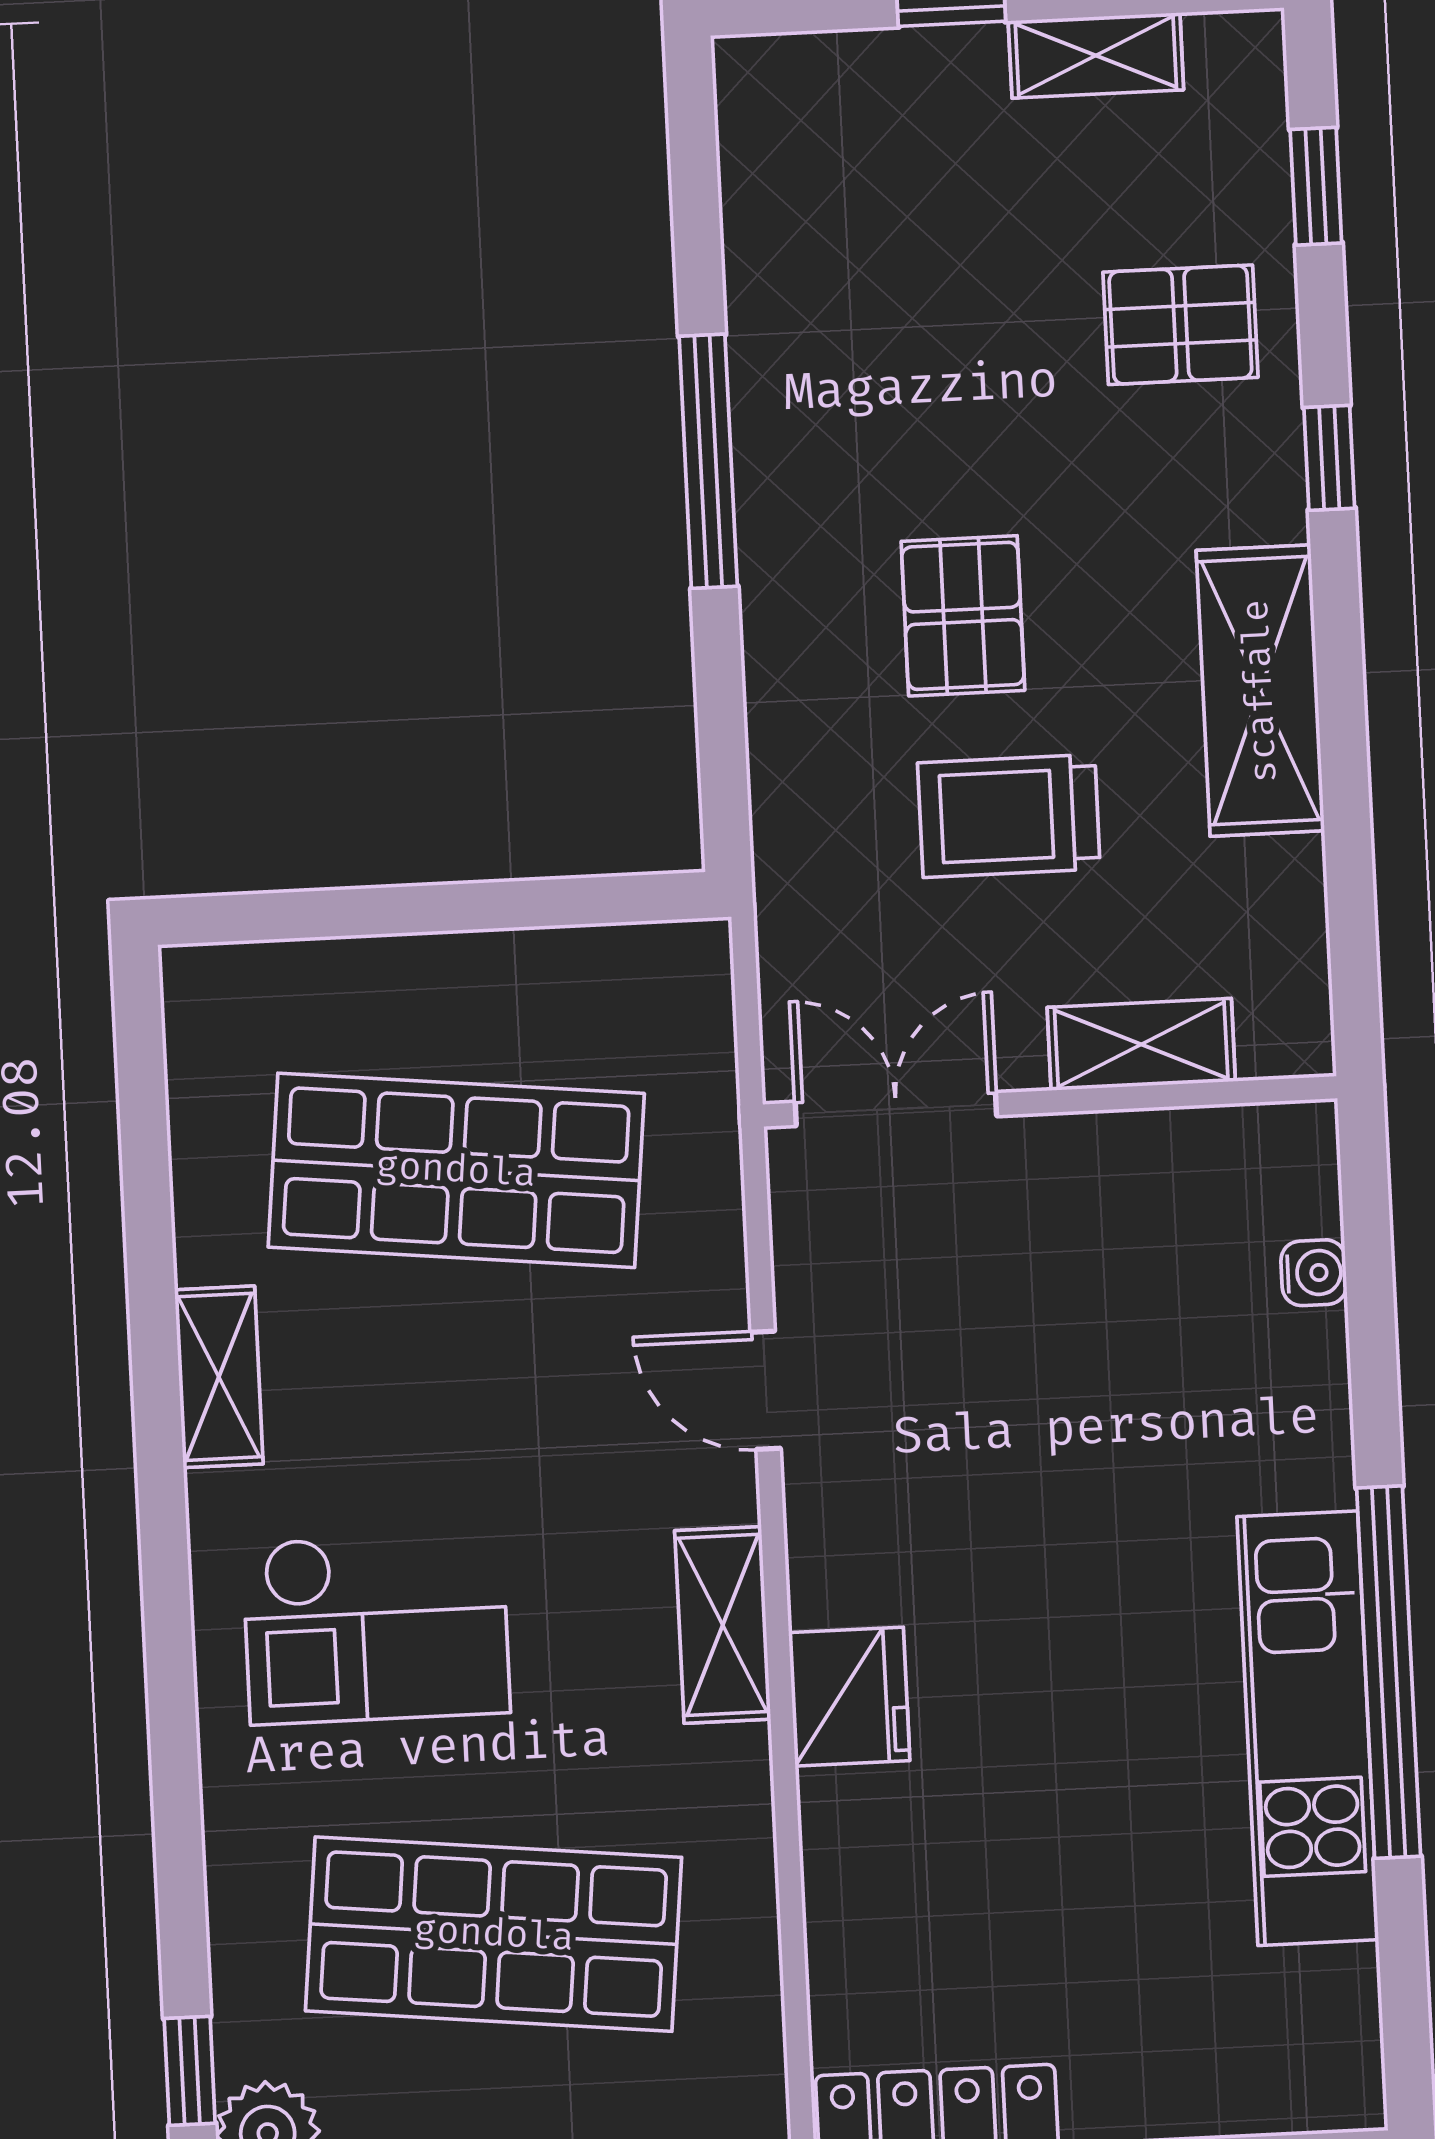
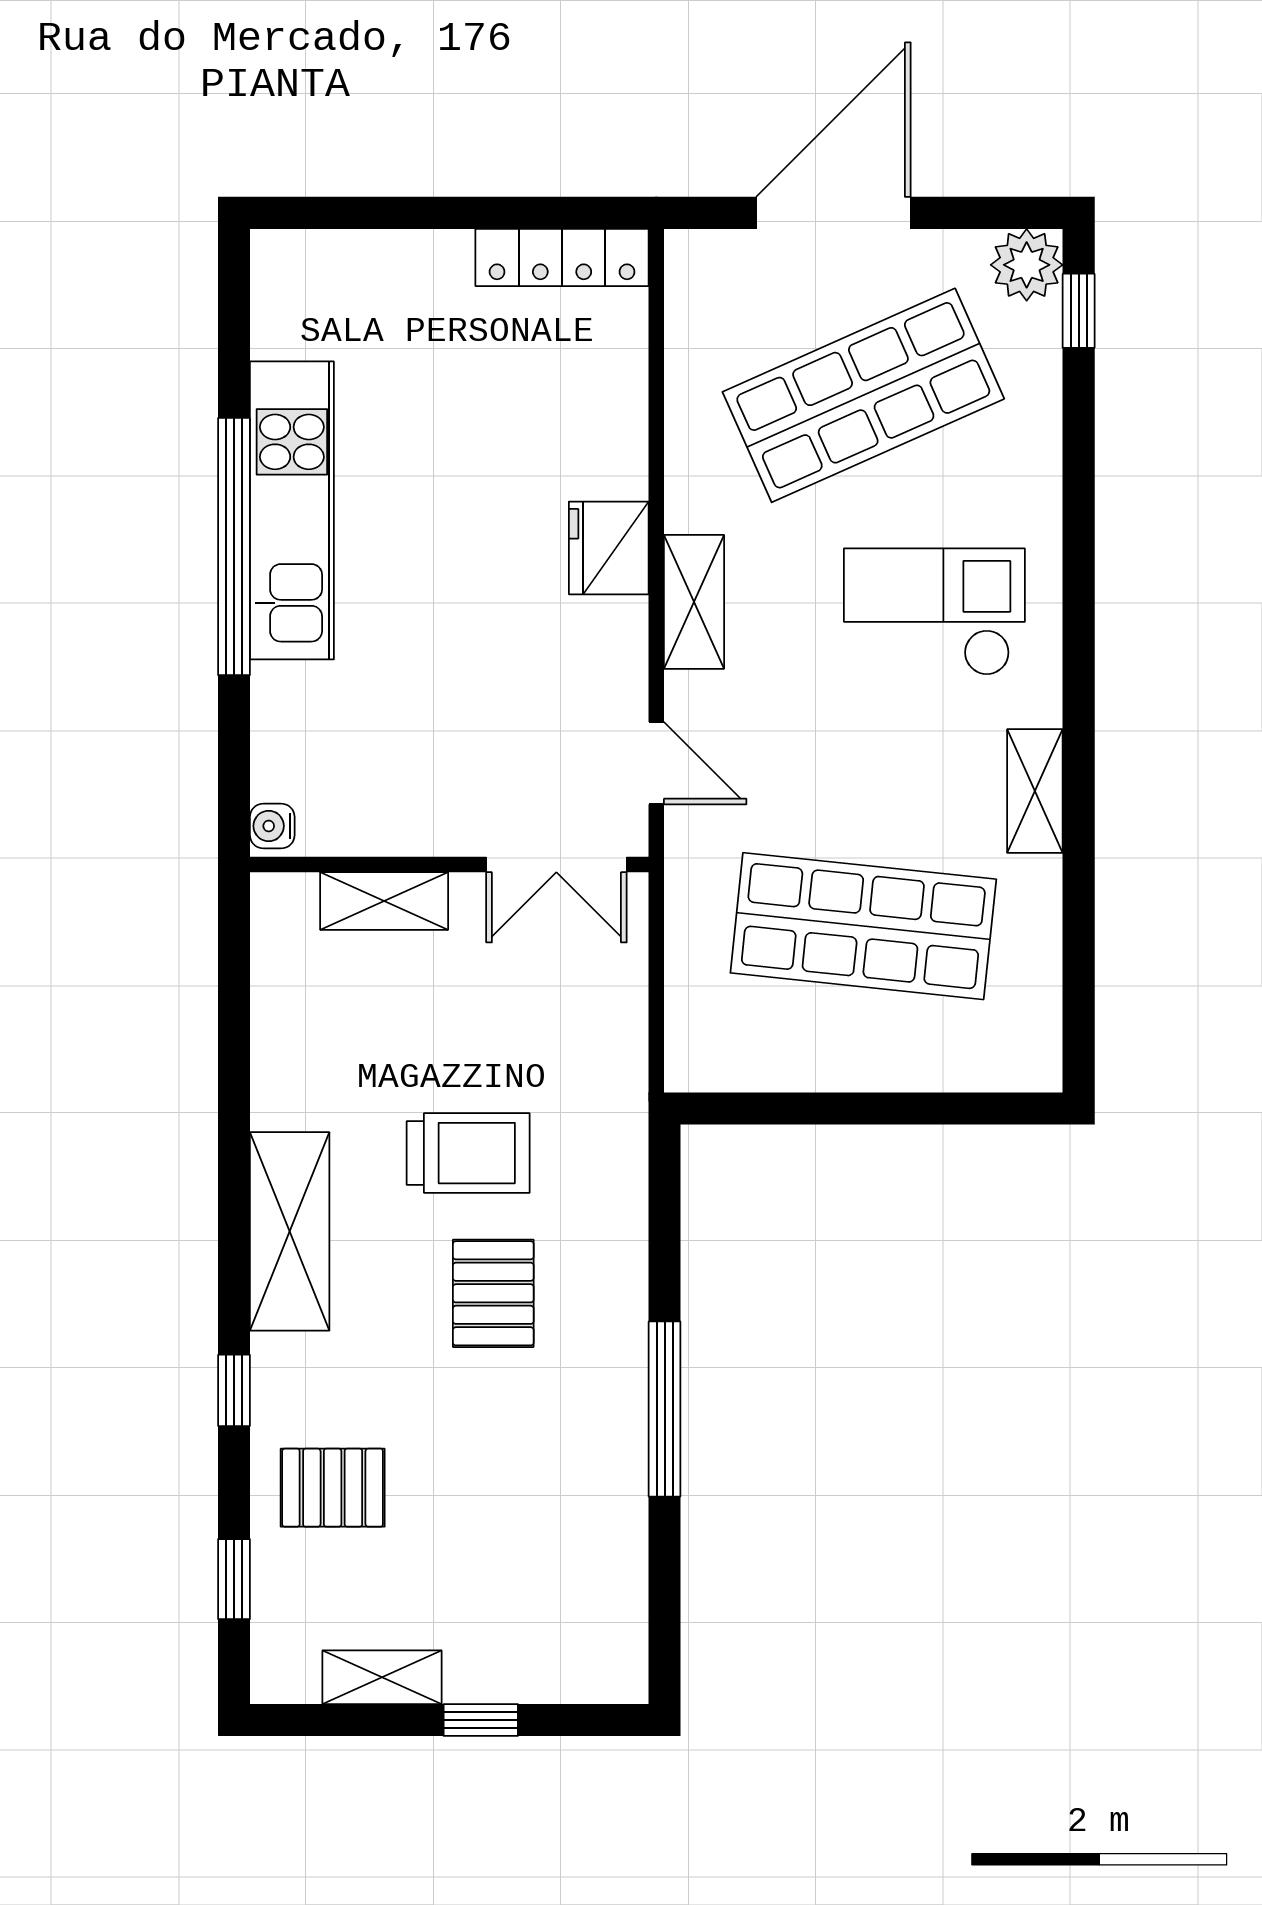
shelving: (1141, 1044) -> (384, 901), moved
wall: (1050, 1101) -> (449, 865), moved
double door: (896, 1109) -> (556, 865), moved
shop shelf: (494, 1934) -> (863, 395), turned -30

